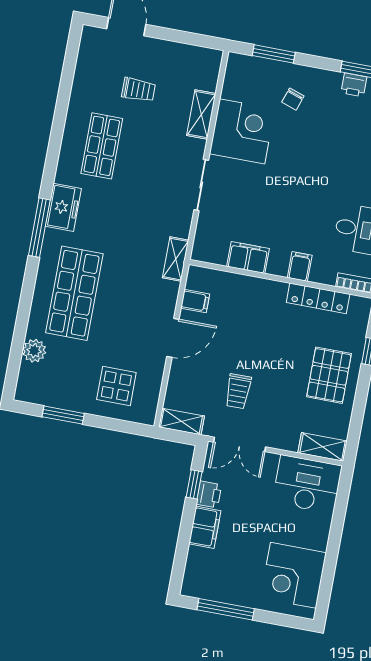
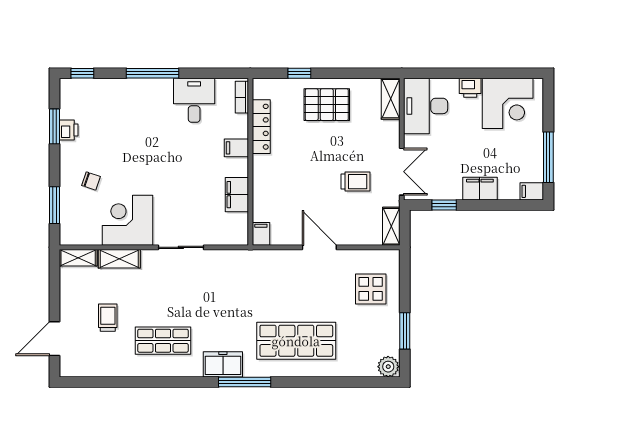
shelving: (176, 259) -> (78, 258), moved
filing cabinet: (195, 301) -> (261, 234), moved
plant: (34, 351) -> (388, 367), moved
printer: (209, 494) -> (470, 88), moved, turned 180
filing cabinet: (191, 584) -> (532, 191), added

